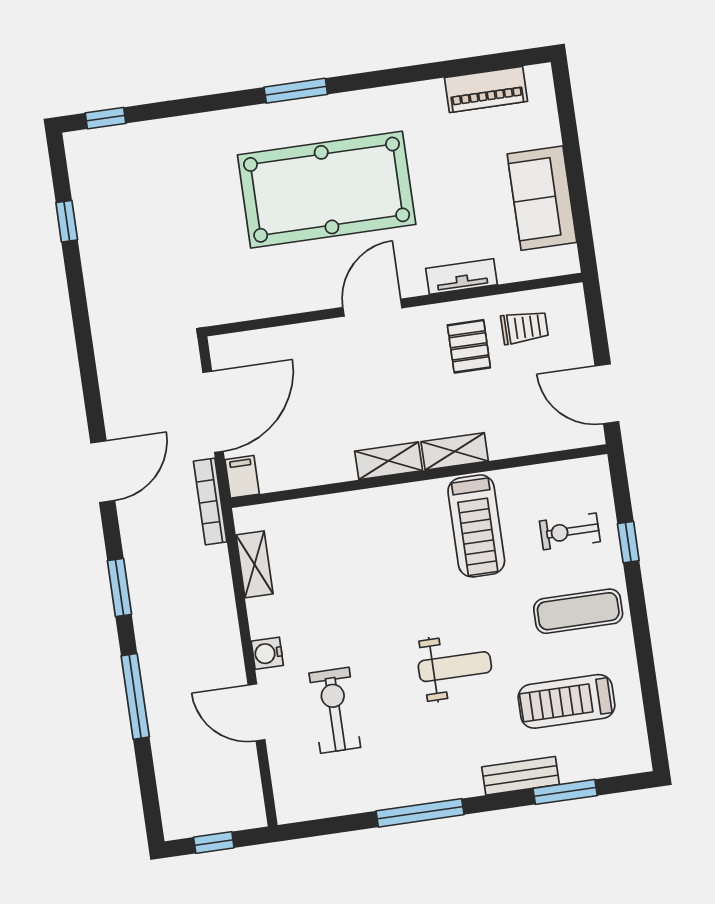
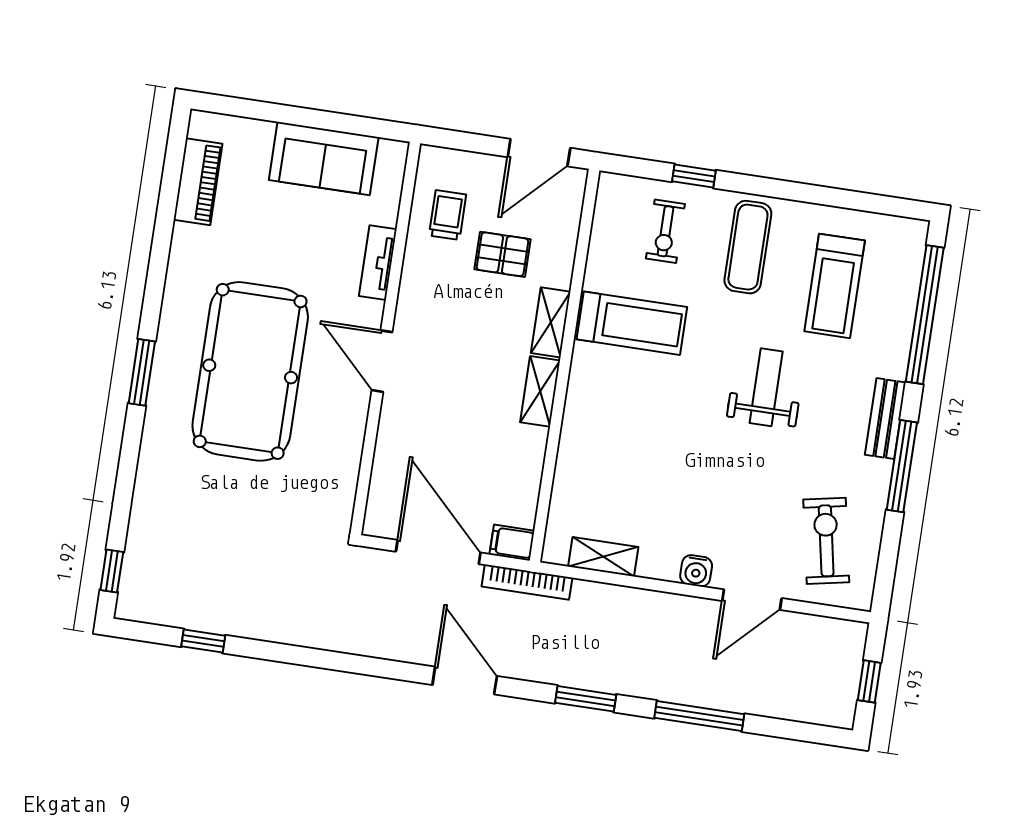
pallet: (469, 346) -> (502, 254), moved
exercise bike: (335, 710) -> (826, 541), moved, turned 79
bench: (521, 776) -> (885, 419), moved
window: (565, 792) -> (925, 315), width x2.11

